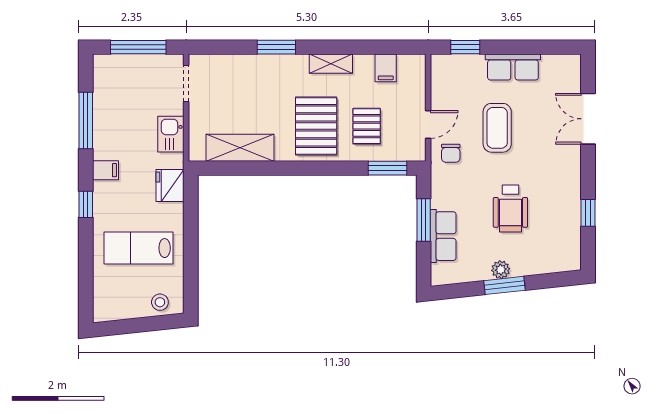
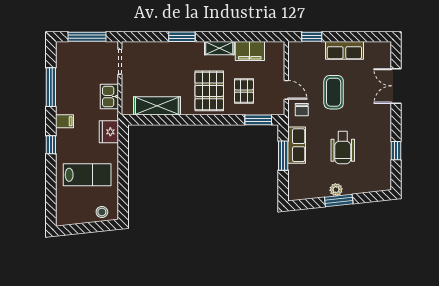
filing cabinet: (386, 68) -> (250, 51), width x2.00
door: (428, 124) -> (286, 90), hinge flipped
row of seats: (443, 236) -> (297, 145), moved
lab bench: (138, 248) -> (87, 175), turned 180

